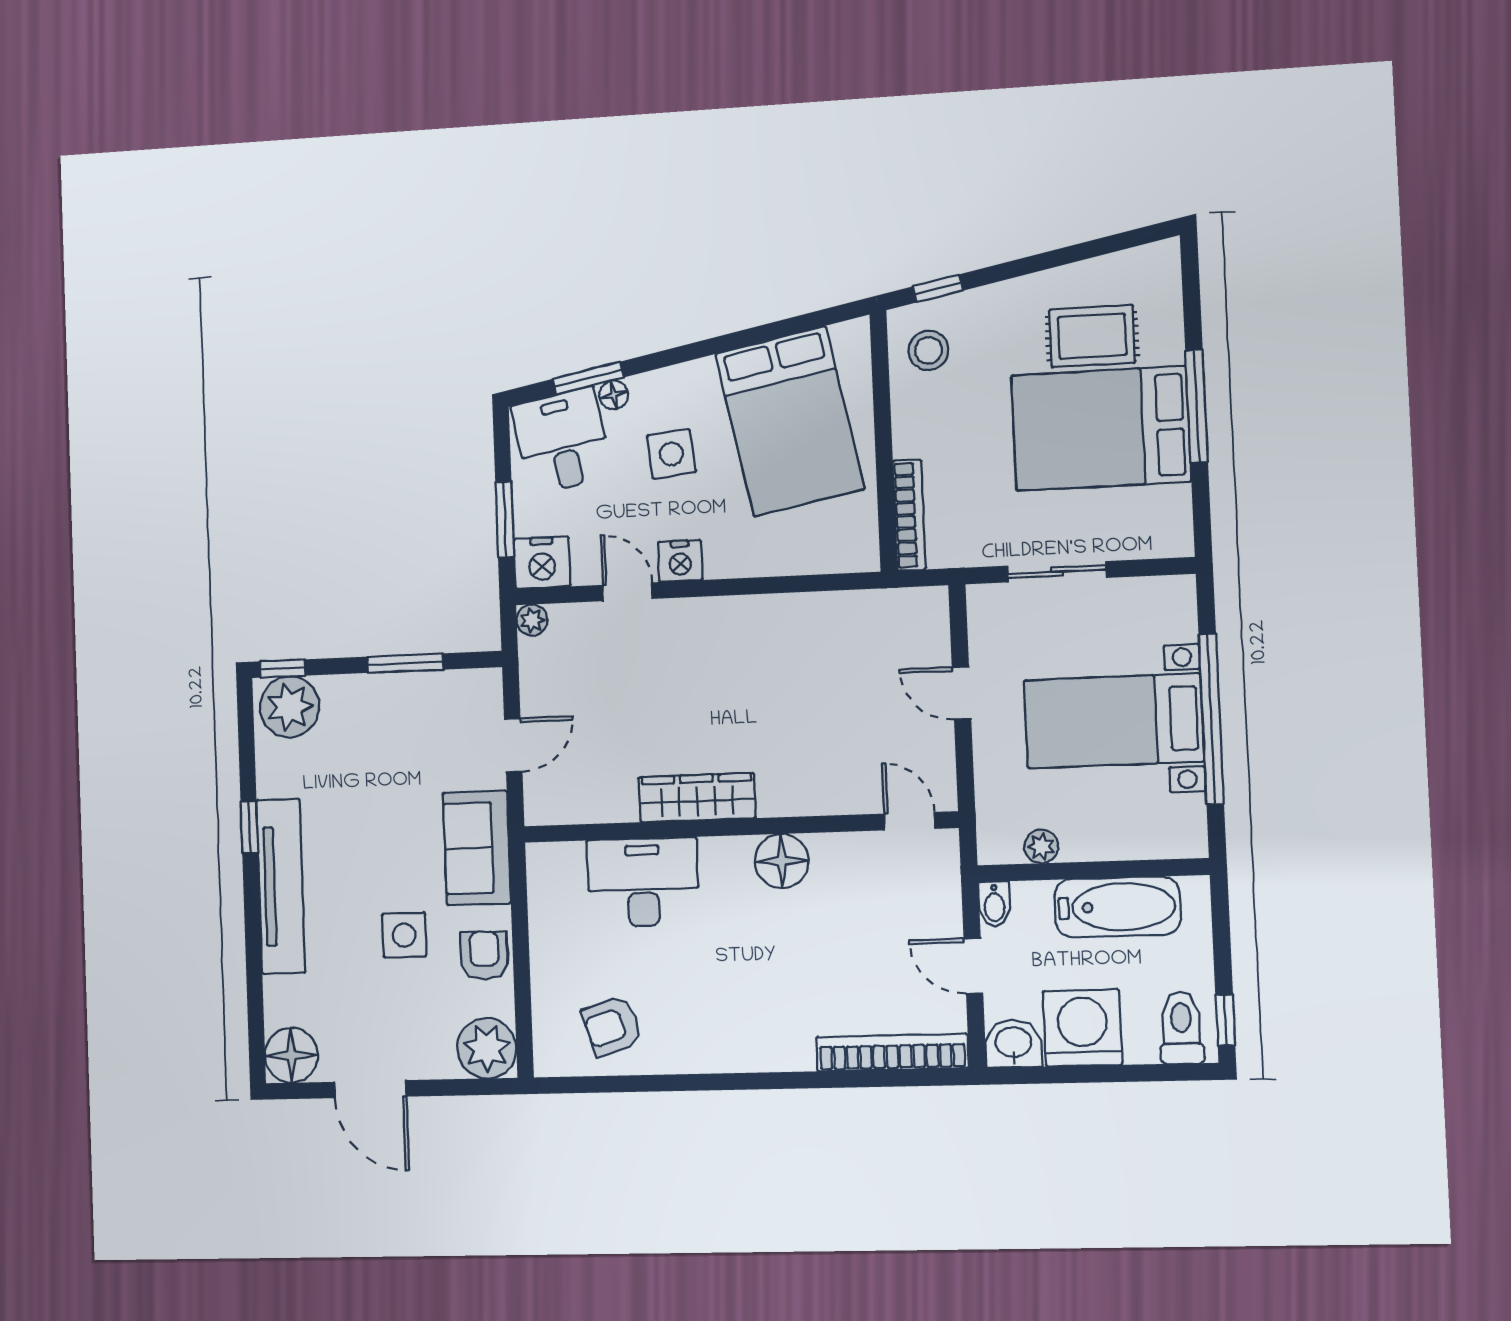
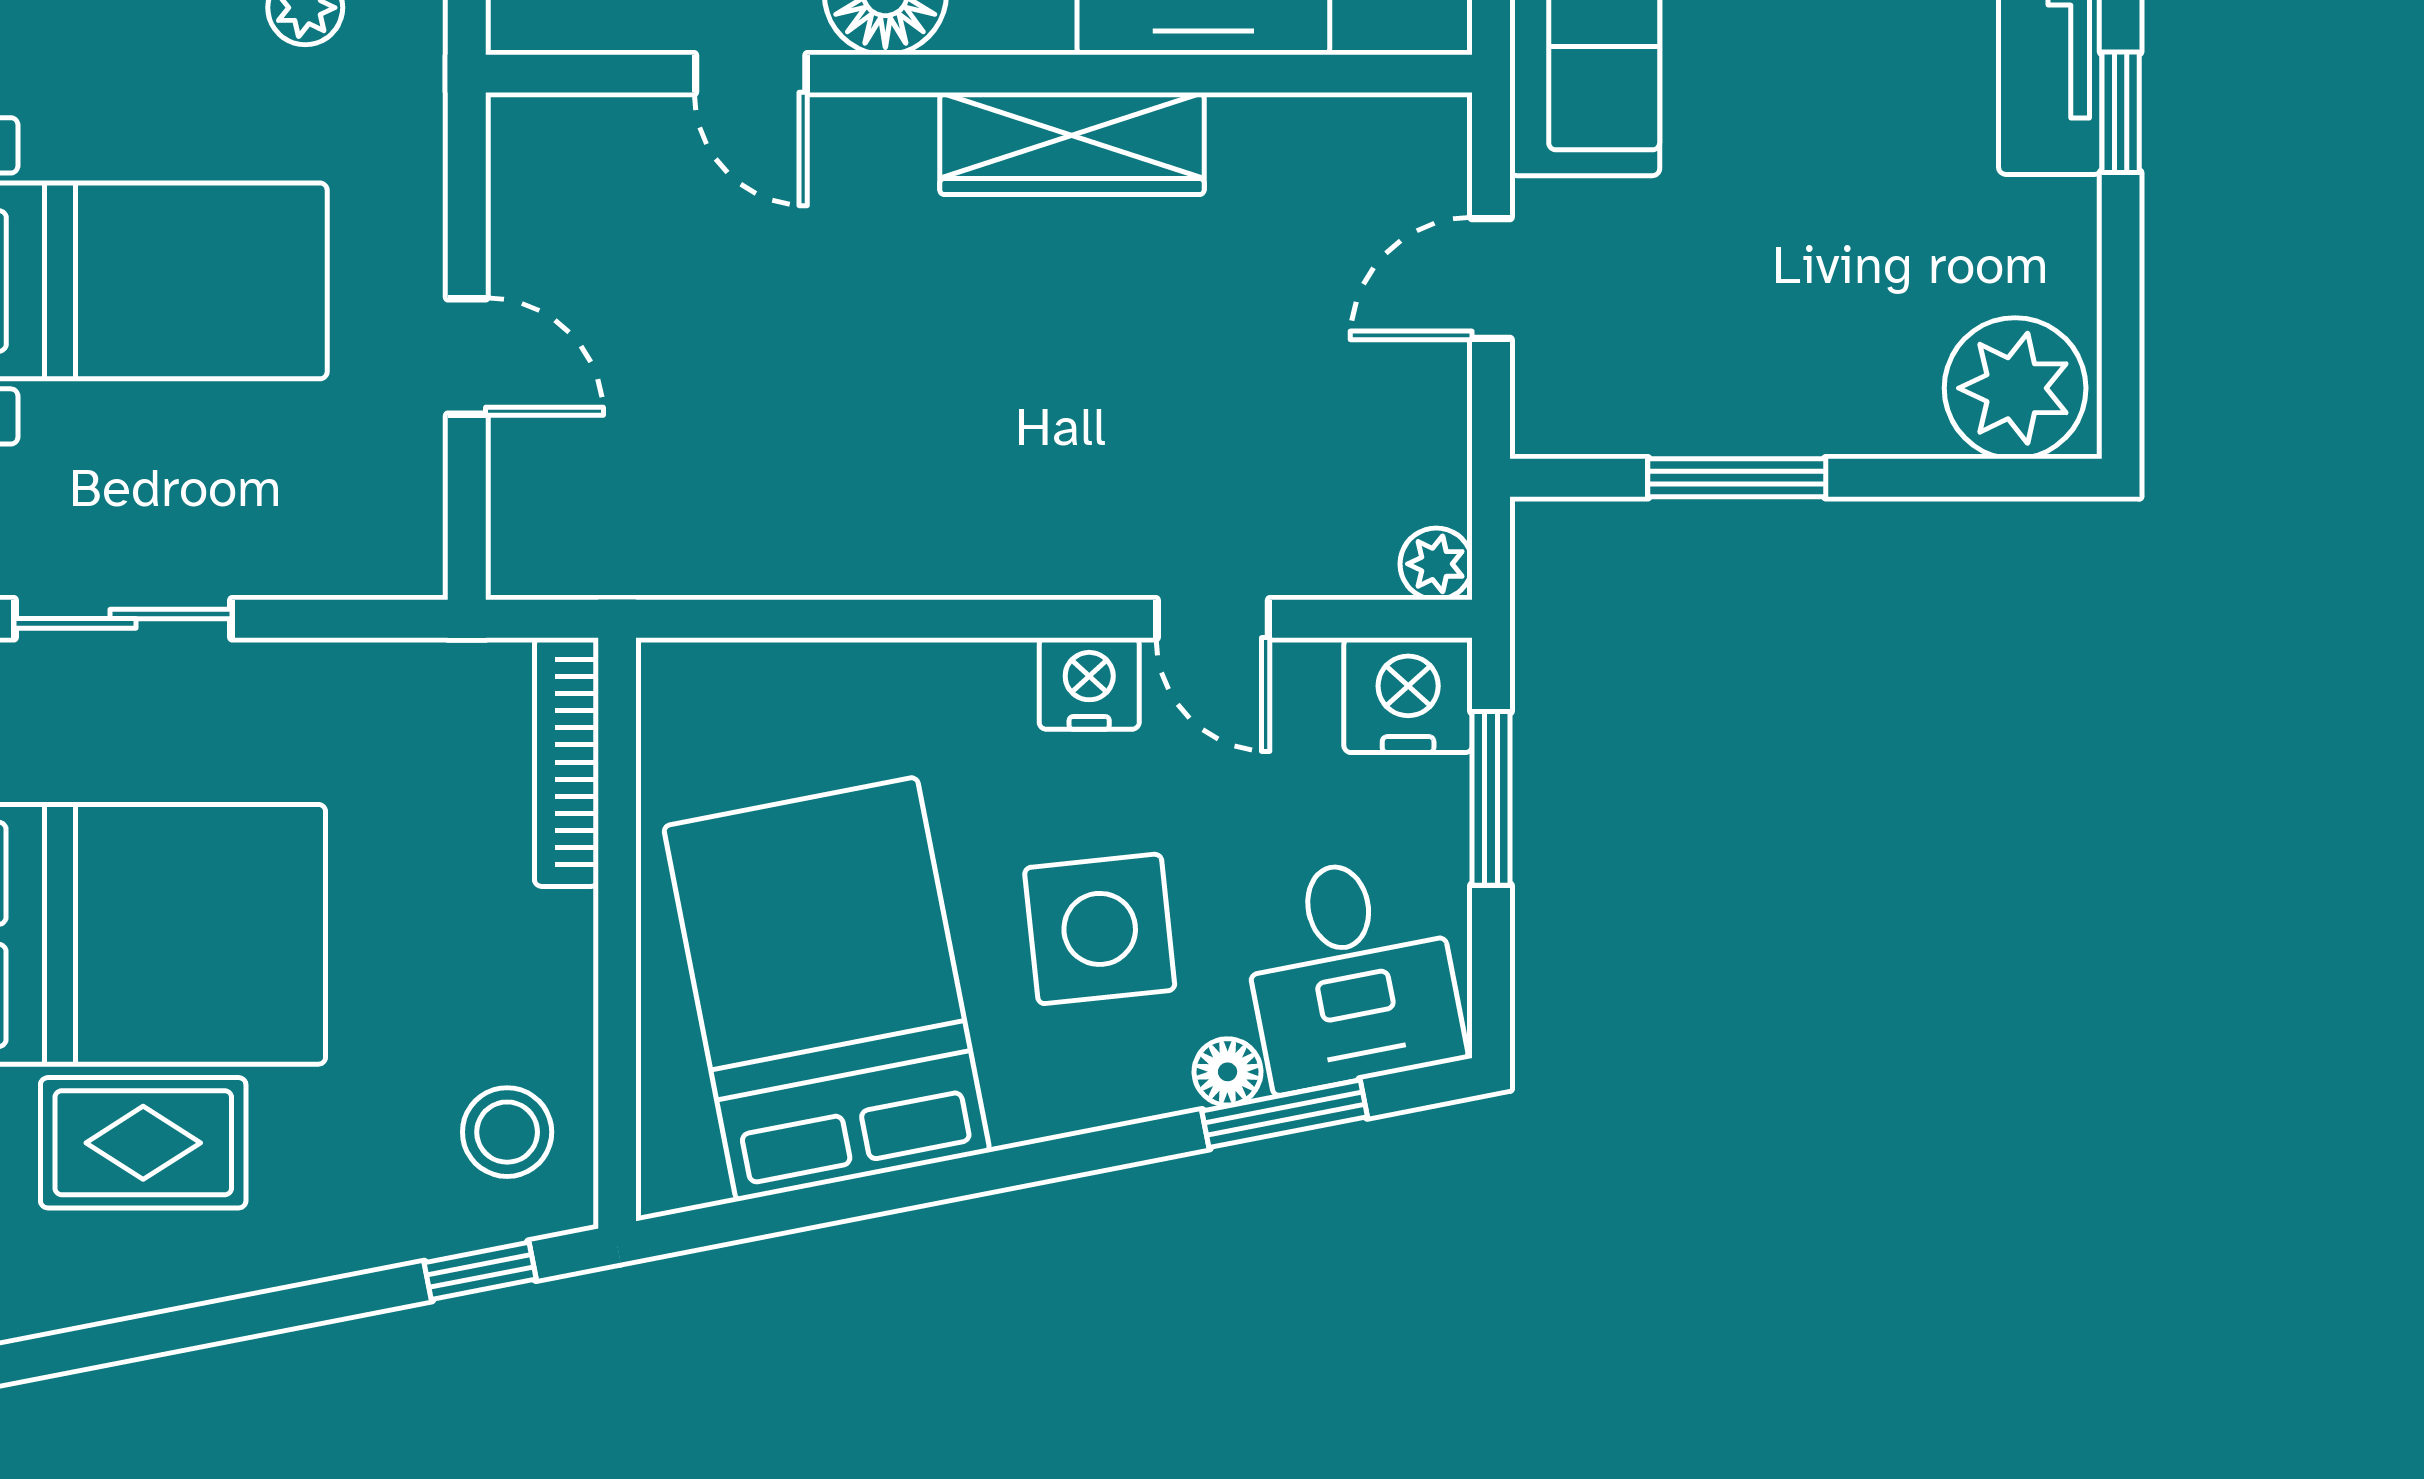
side table: (671, 454) -> (1100, 929), width x1.37, depth x1.37
sliding door: (1057, 572) -> (123, 619), moved
window: (283, 669) -> (2028, 478), removed
door: (910, 821) -> (751, 74), moved

